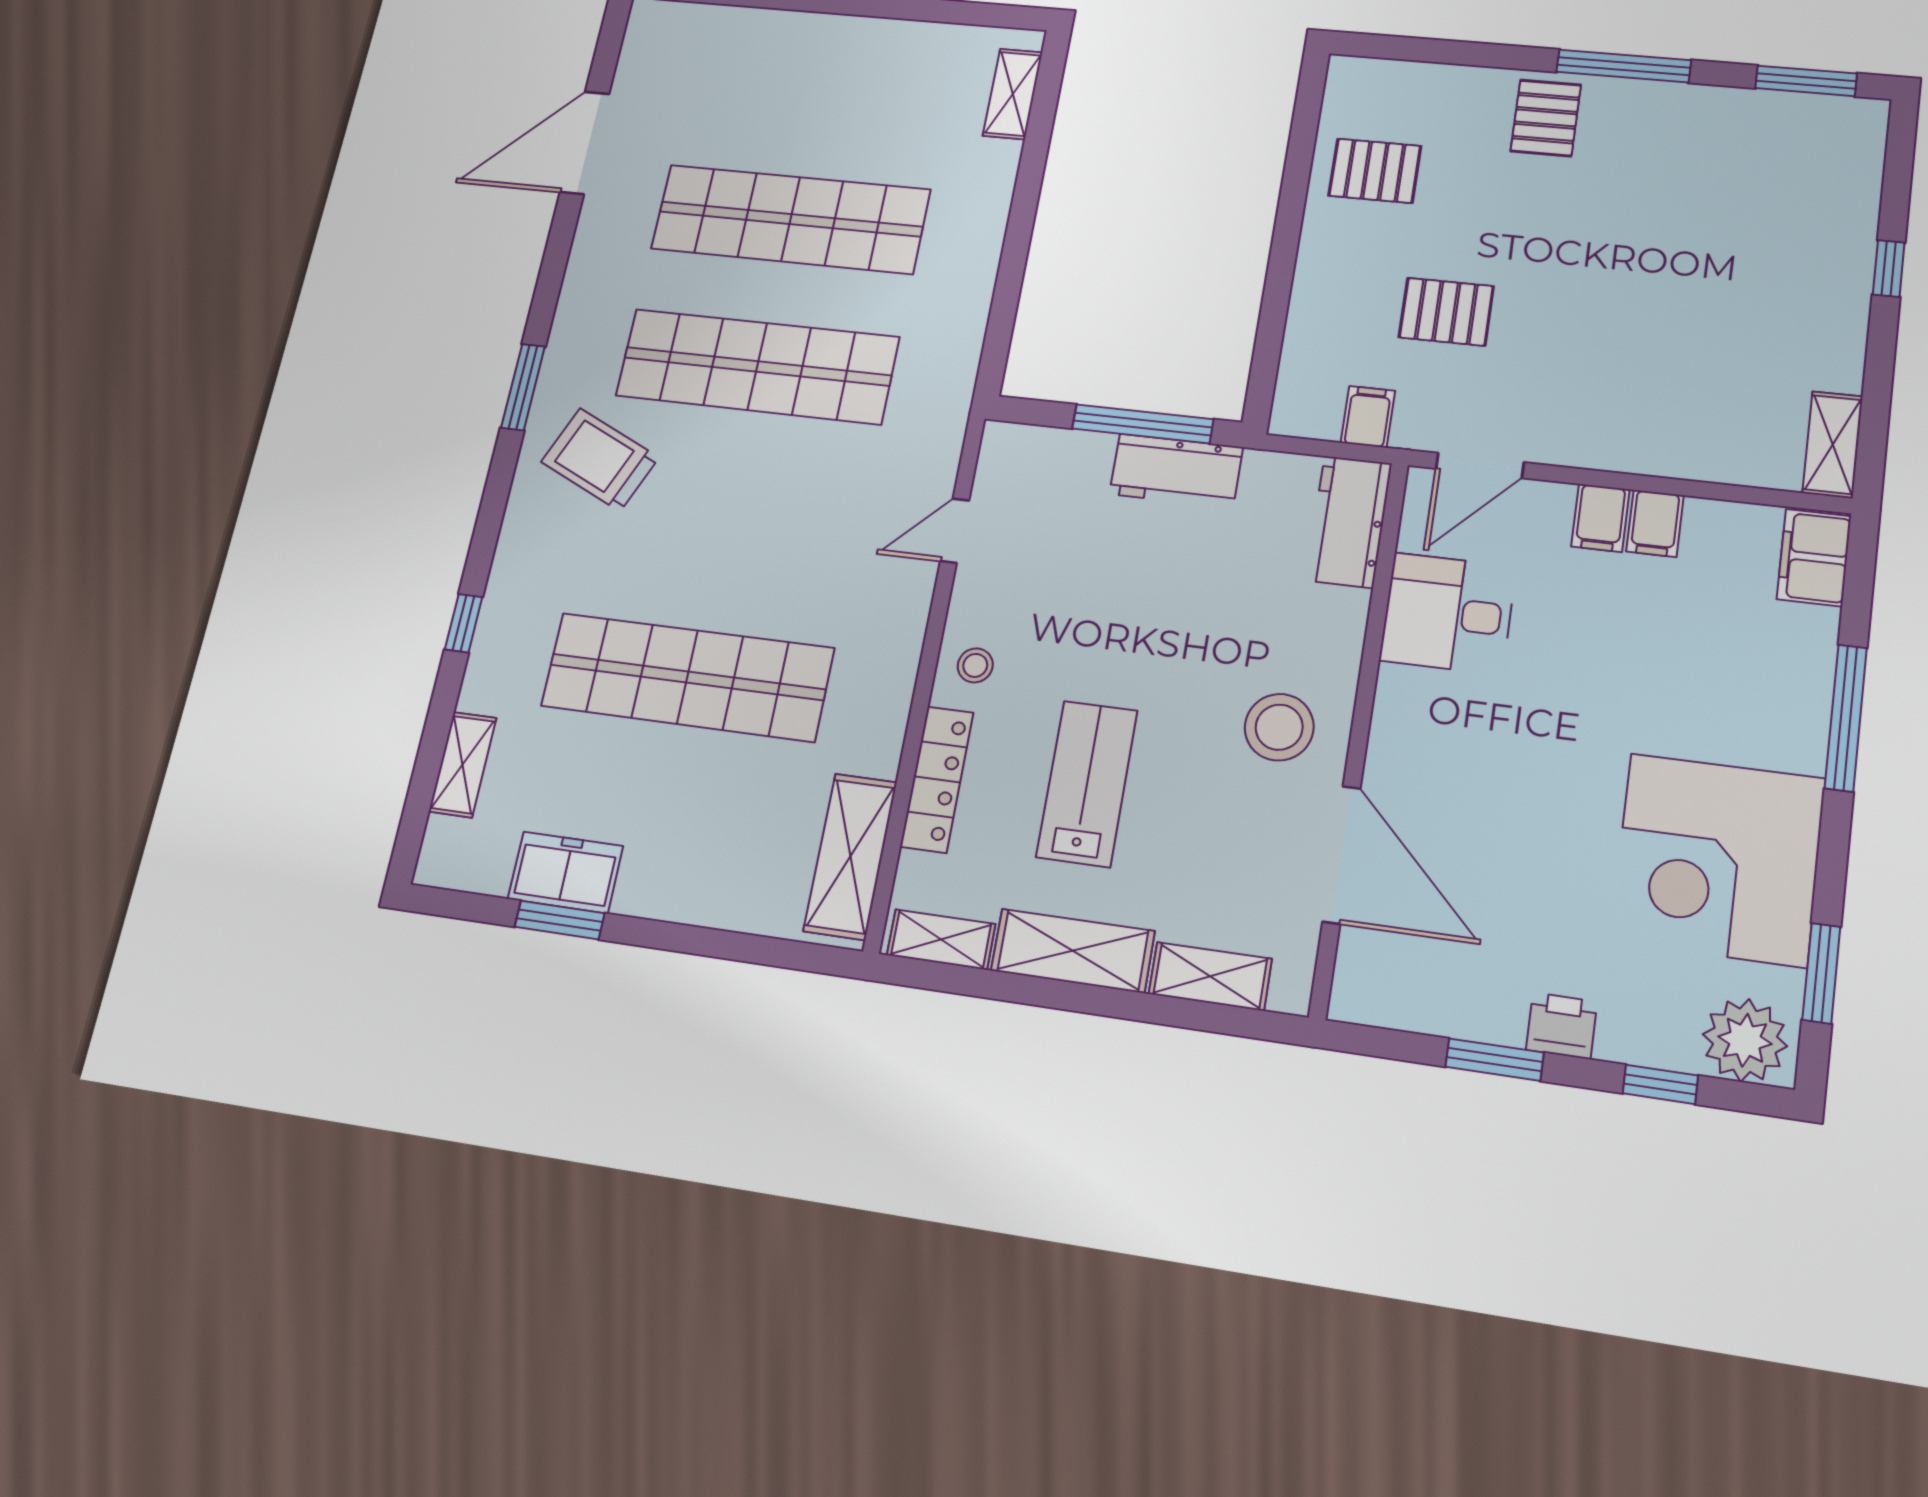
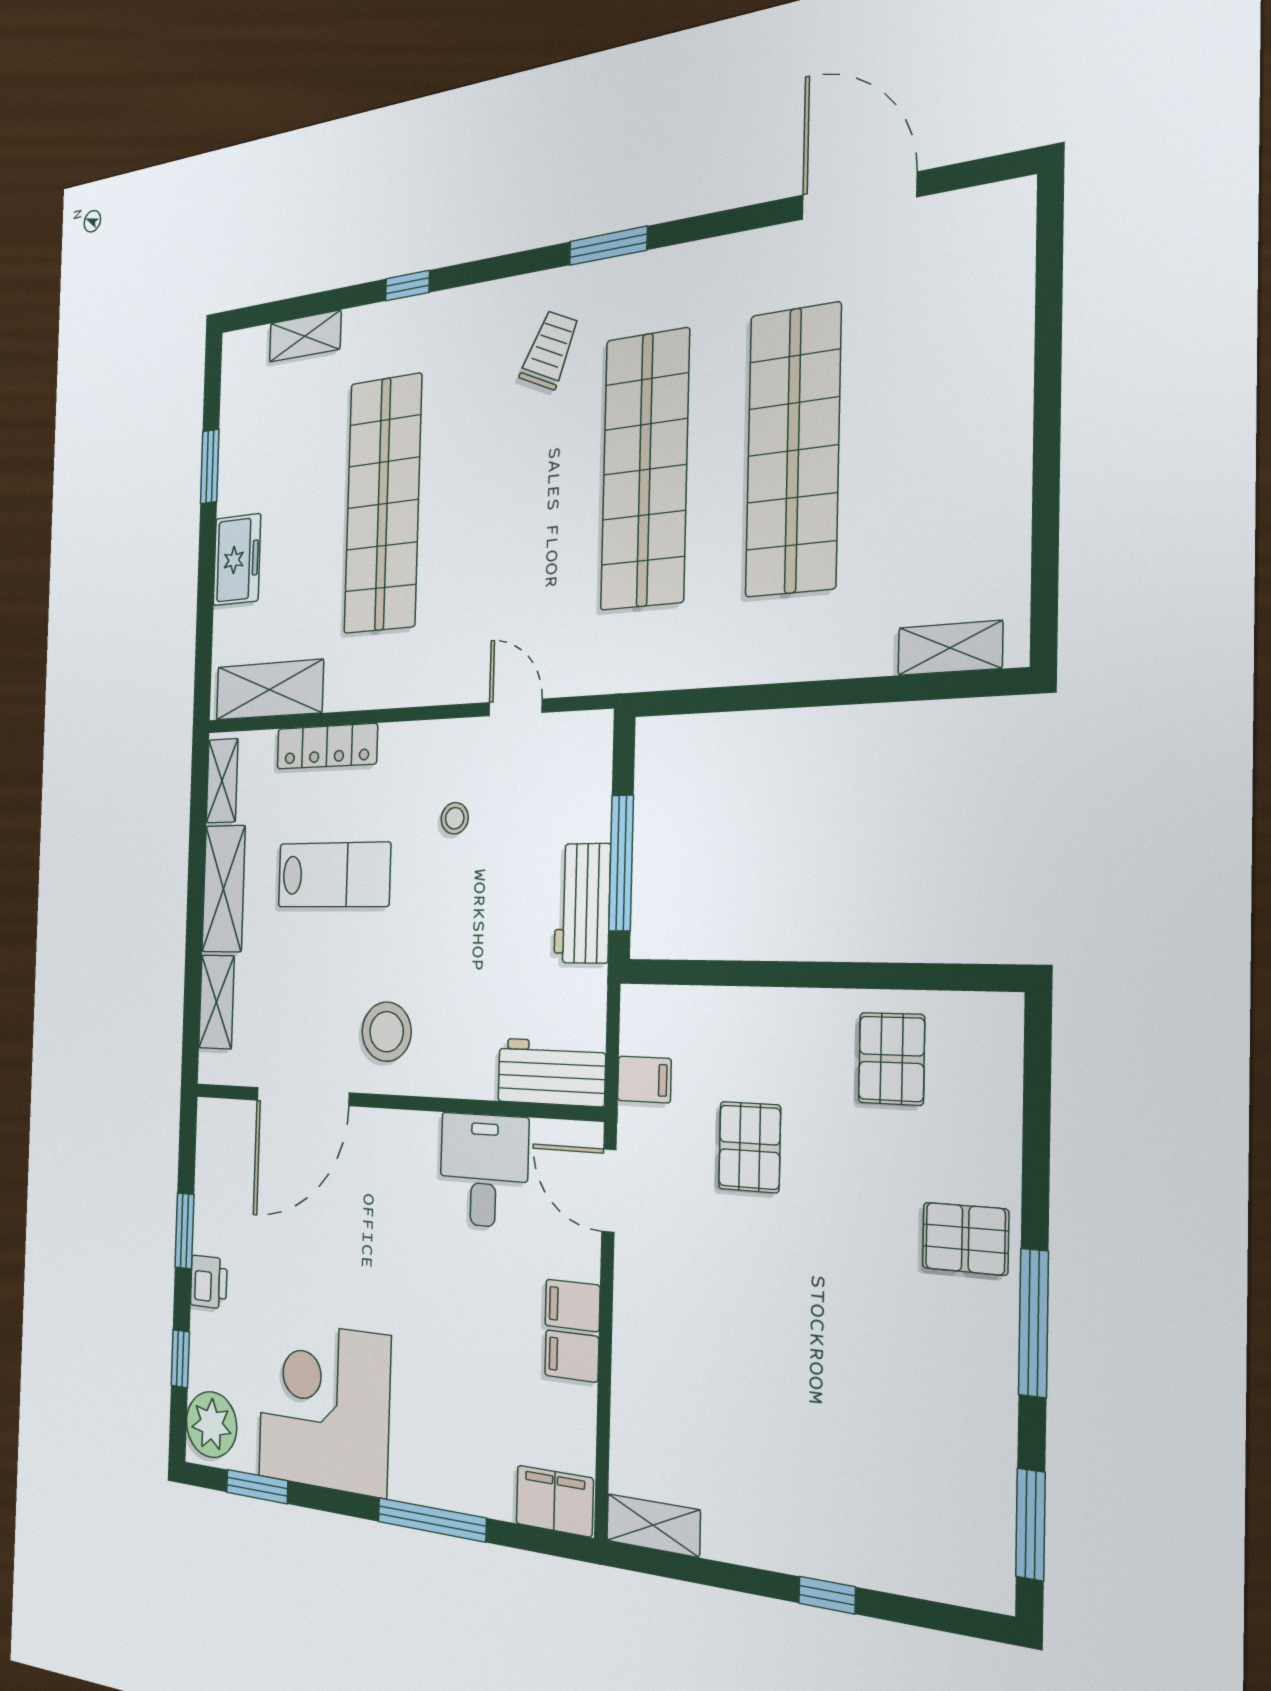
trolley: (600, 460) -> (550, 350), width x0.73, depth x0.72
stool: (975, 665) -> (455, 818), moved
freezer: (565, 872) -> (237, 560), moved

